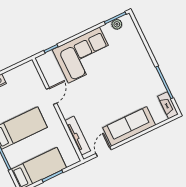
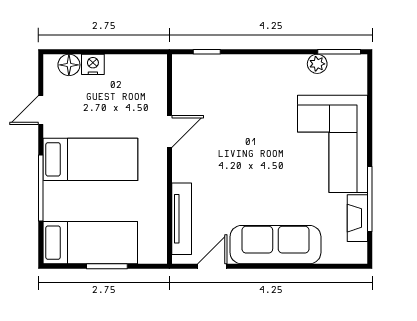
plant: (117, 24) -> (317, 64), moved
corner sofa: (84, 55) -> (333, 144), moved, turned 90
fireplace: (168, 105) -> (357, 218), moved

